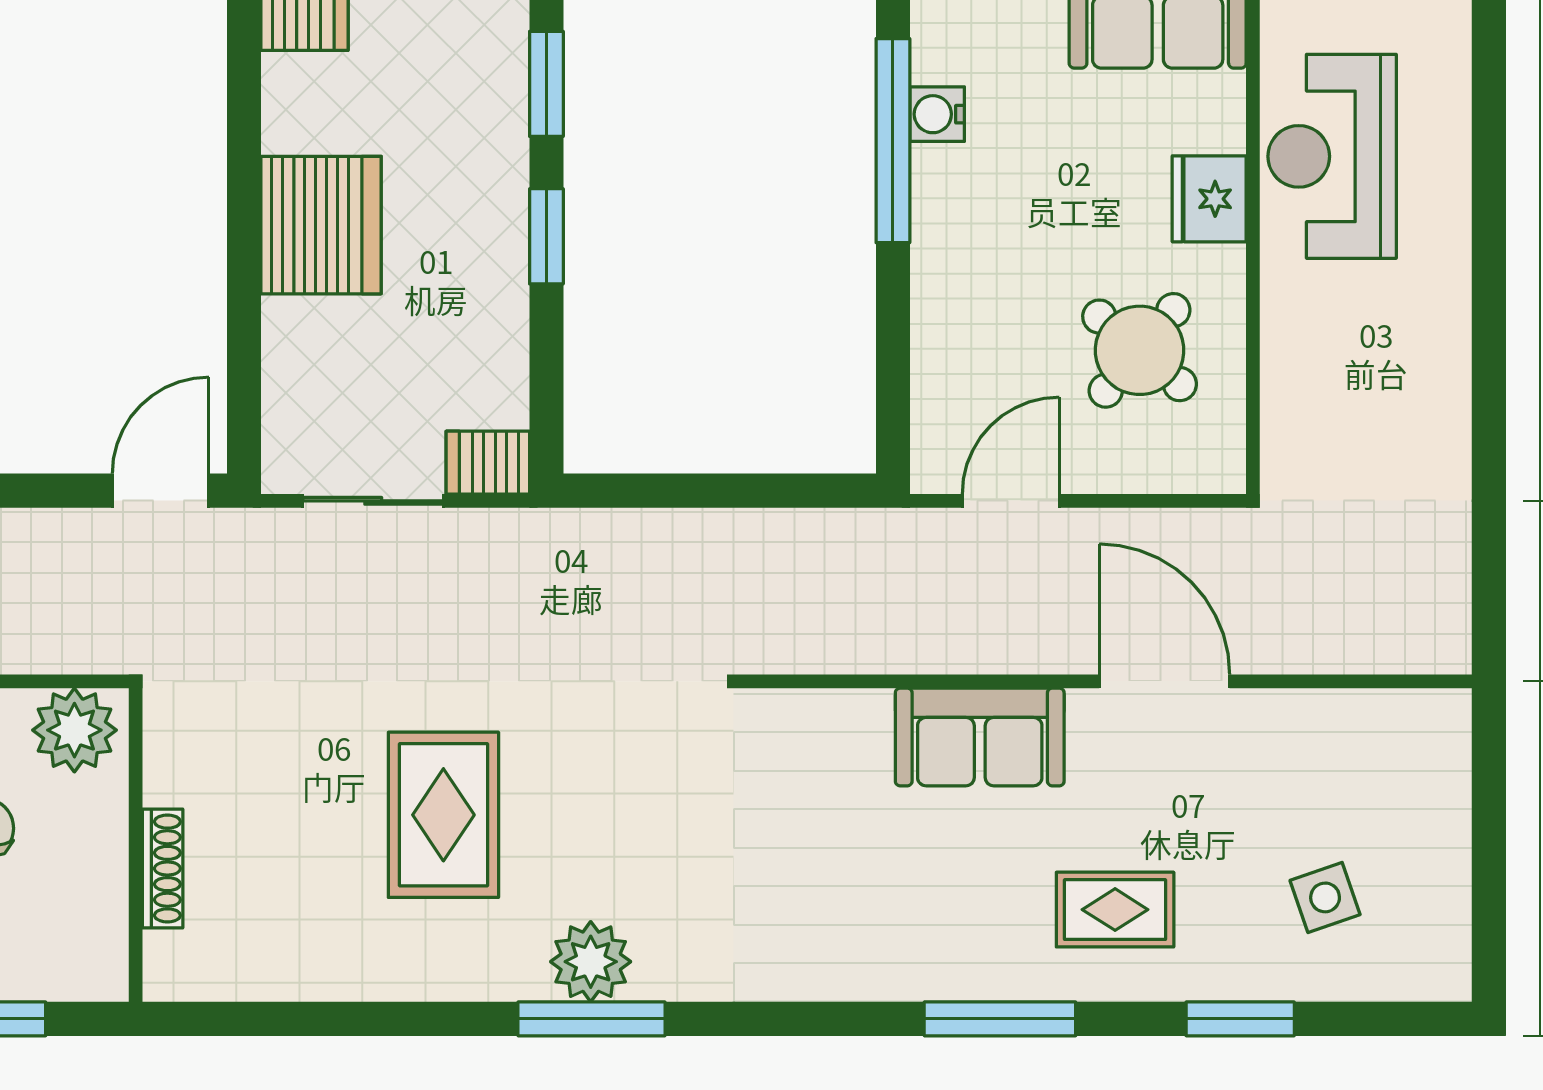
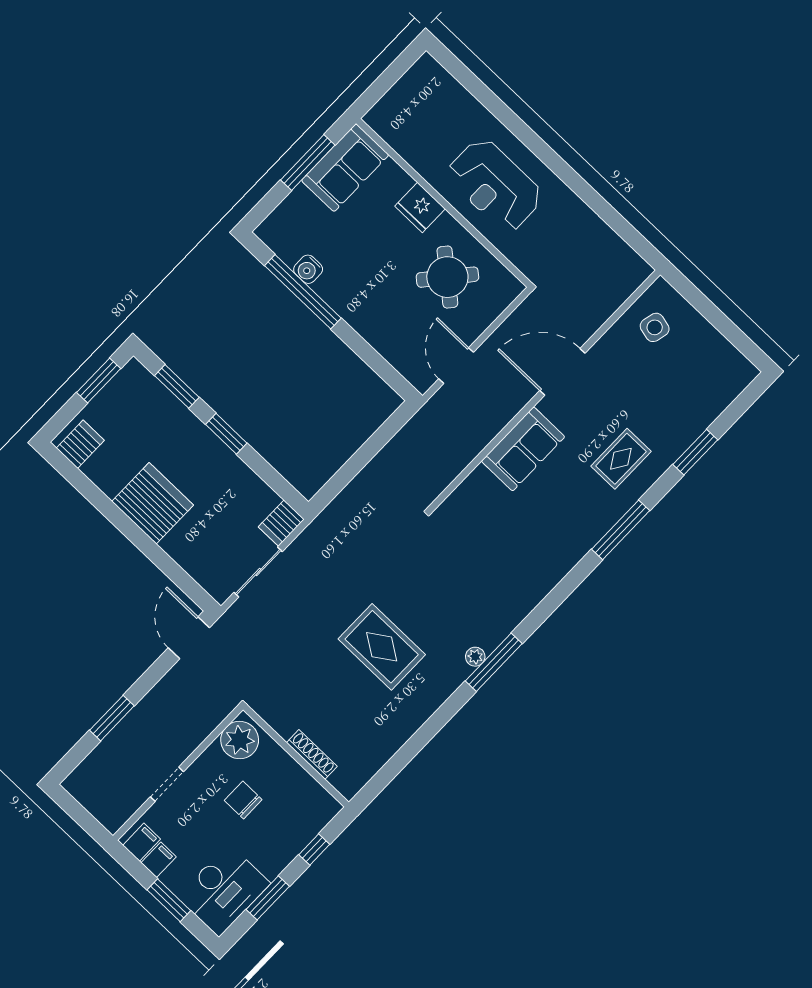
reception desk: (1332, 156) -> (495, 185), moved
side table: (1325, 897) -> (655, 327), moved, turned 32
plant: (591, 962) -> (475, 657), width x0.53, depth x0.53

